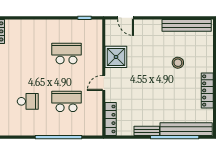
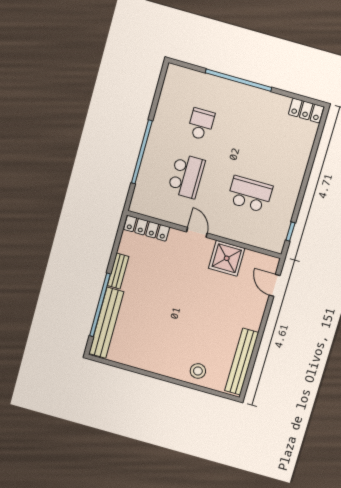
door: (126, 18) -> (275, 285), hinge flipped
school desk: (67, 54) -> (250, 194), turned -90
stool: (178, 63) -> (198, 371), moved
locker: (207, 90) -> (149, 364), removed
school desk: (28, 101) -> (201, 124), turned 180

